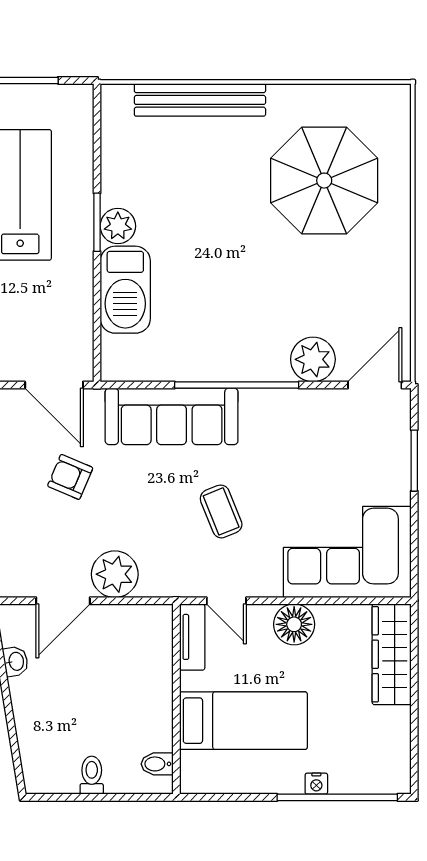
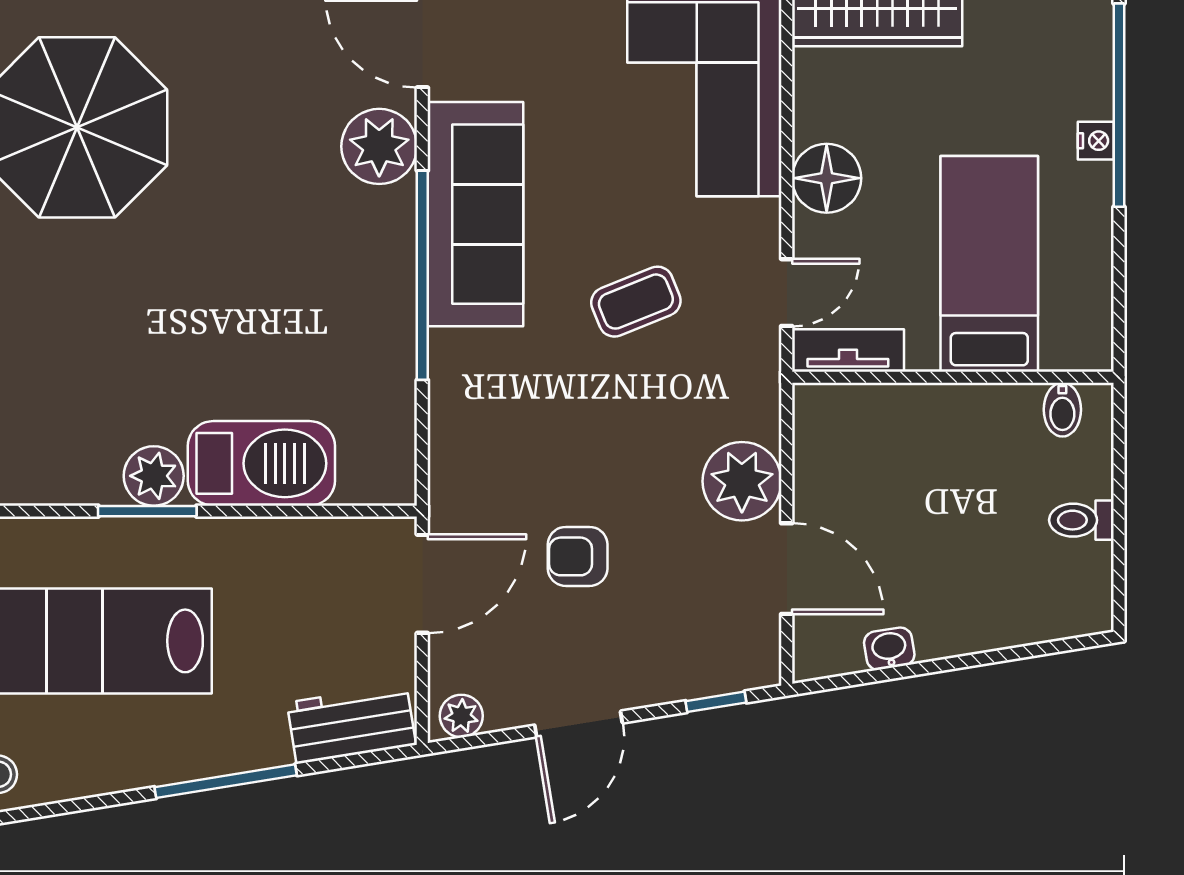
sofa: (172, 416) -> (475, 214), moved
armchair: (70, 477) -> (578, 556), turned 67

